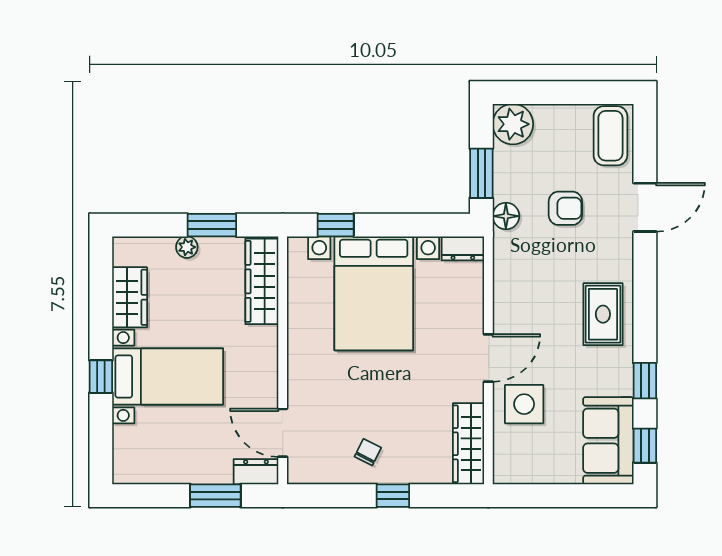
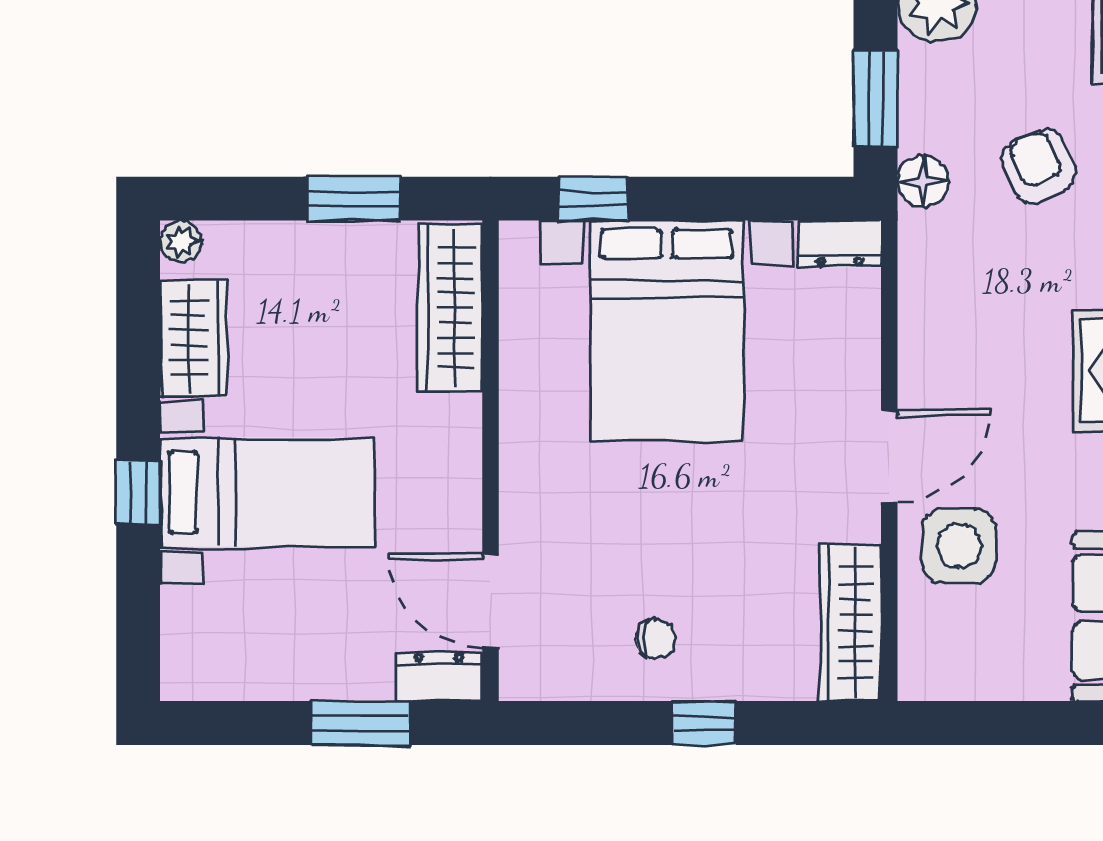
armchair: (565, 208) -> (1039, 166), turned -114
plant: (187, 247) -> (181, 241), moved
chair: (368, 452) -> (656, 639), turned 63

